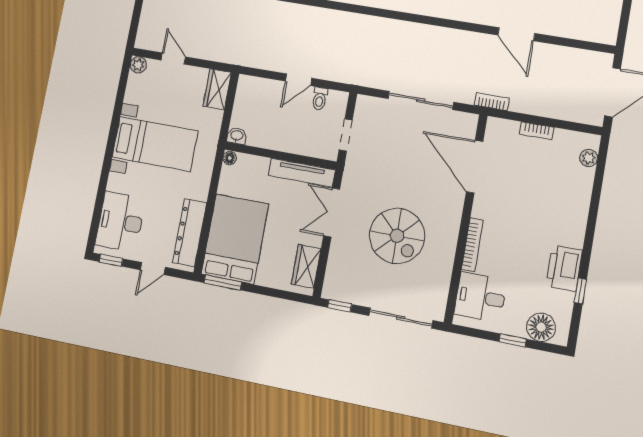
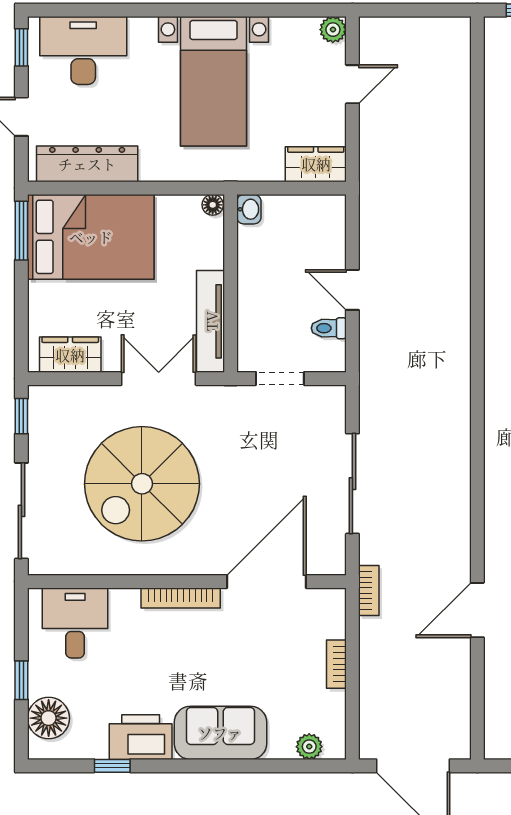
sofa: (570, 215) -> (220, 733), added
spiral stairs: (397, 236) -> (142, 484), width x1.37, depth x1.37
bookcase: (472, 245) -> (181, 598), moved

